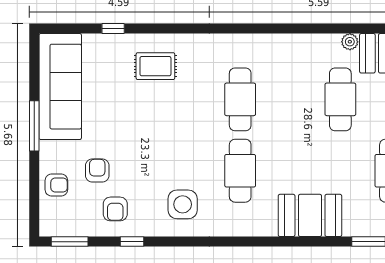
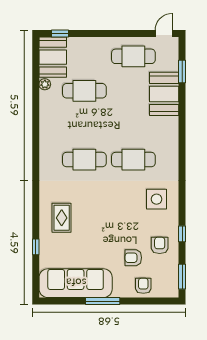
armchair: (115, 209) -> (160, 245), turned -90
booth: (310, 215) -> (164, 94), moved

